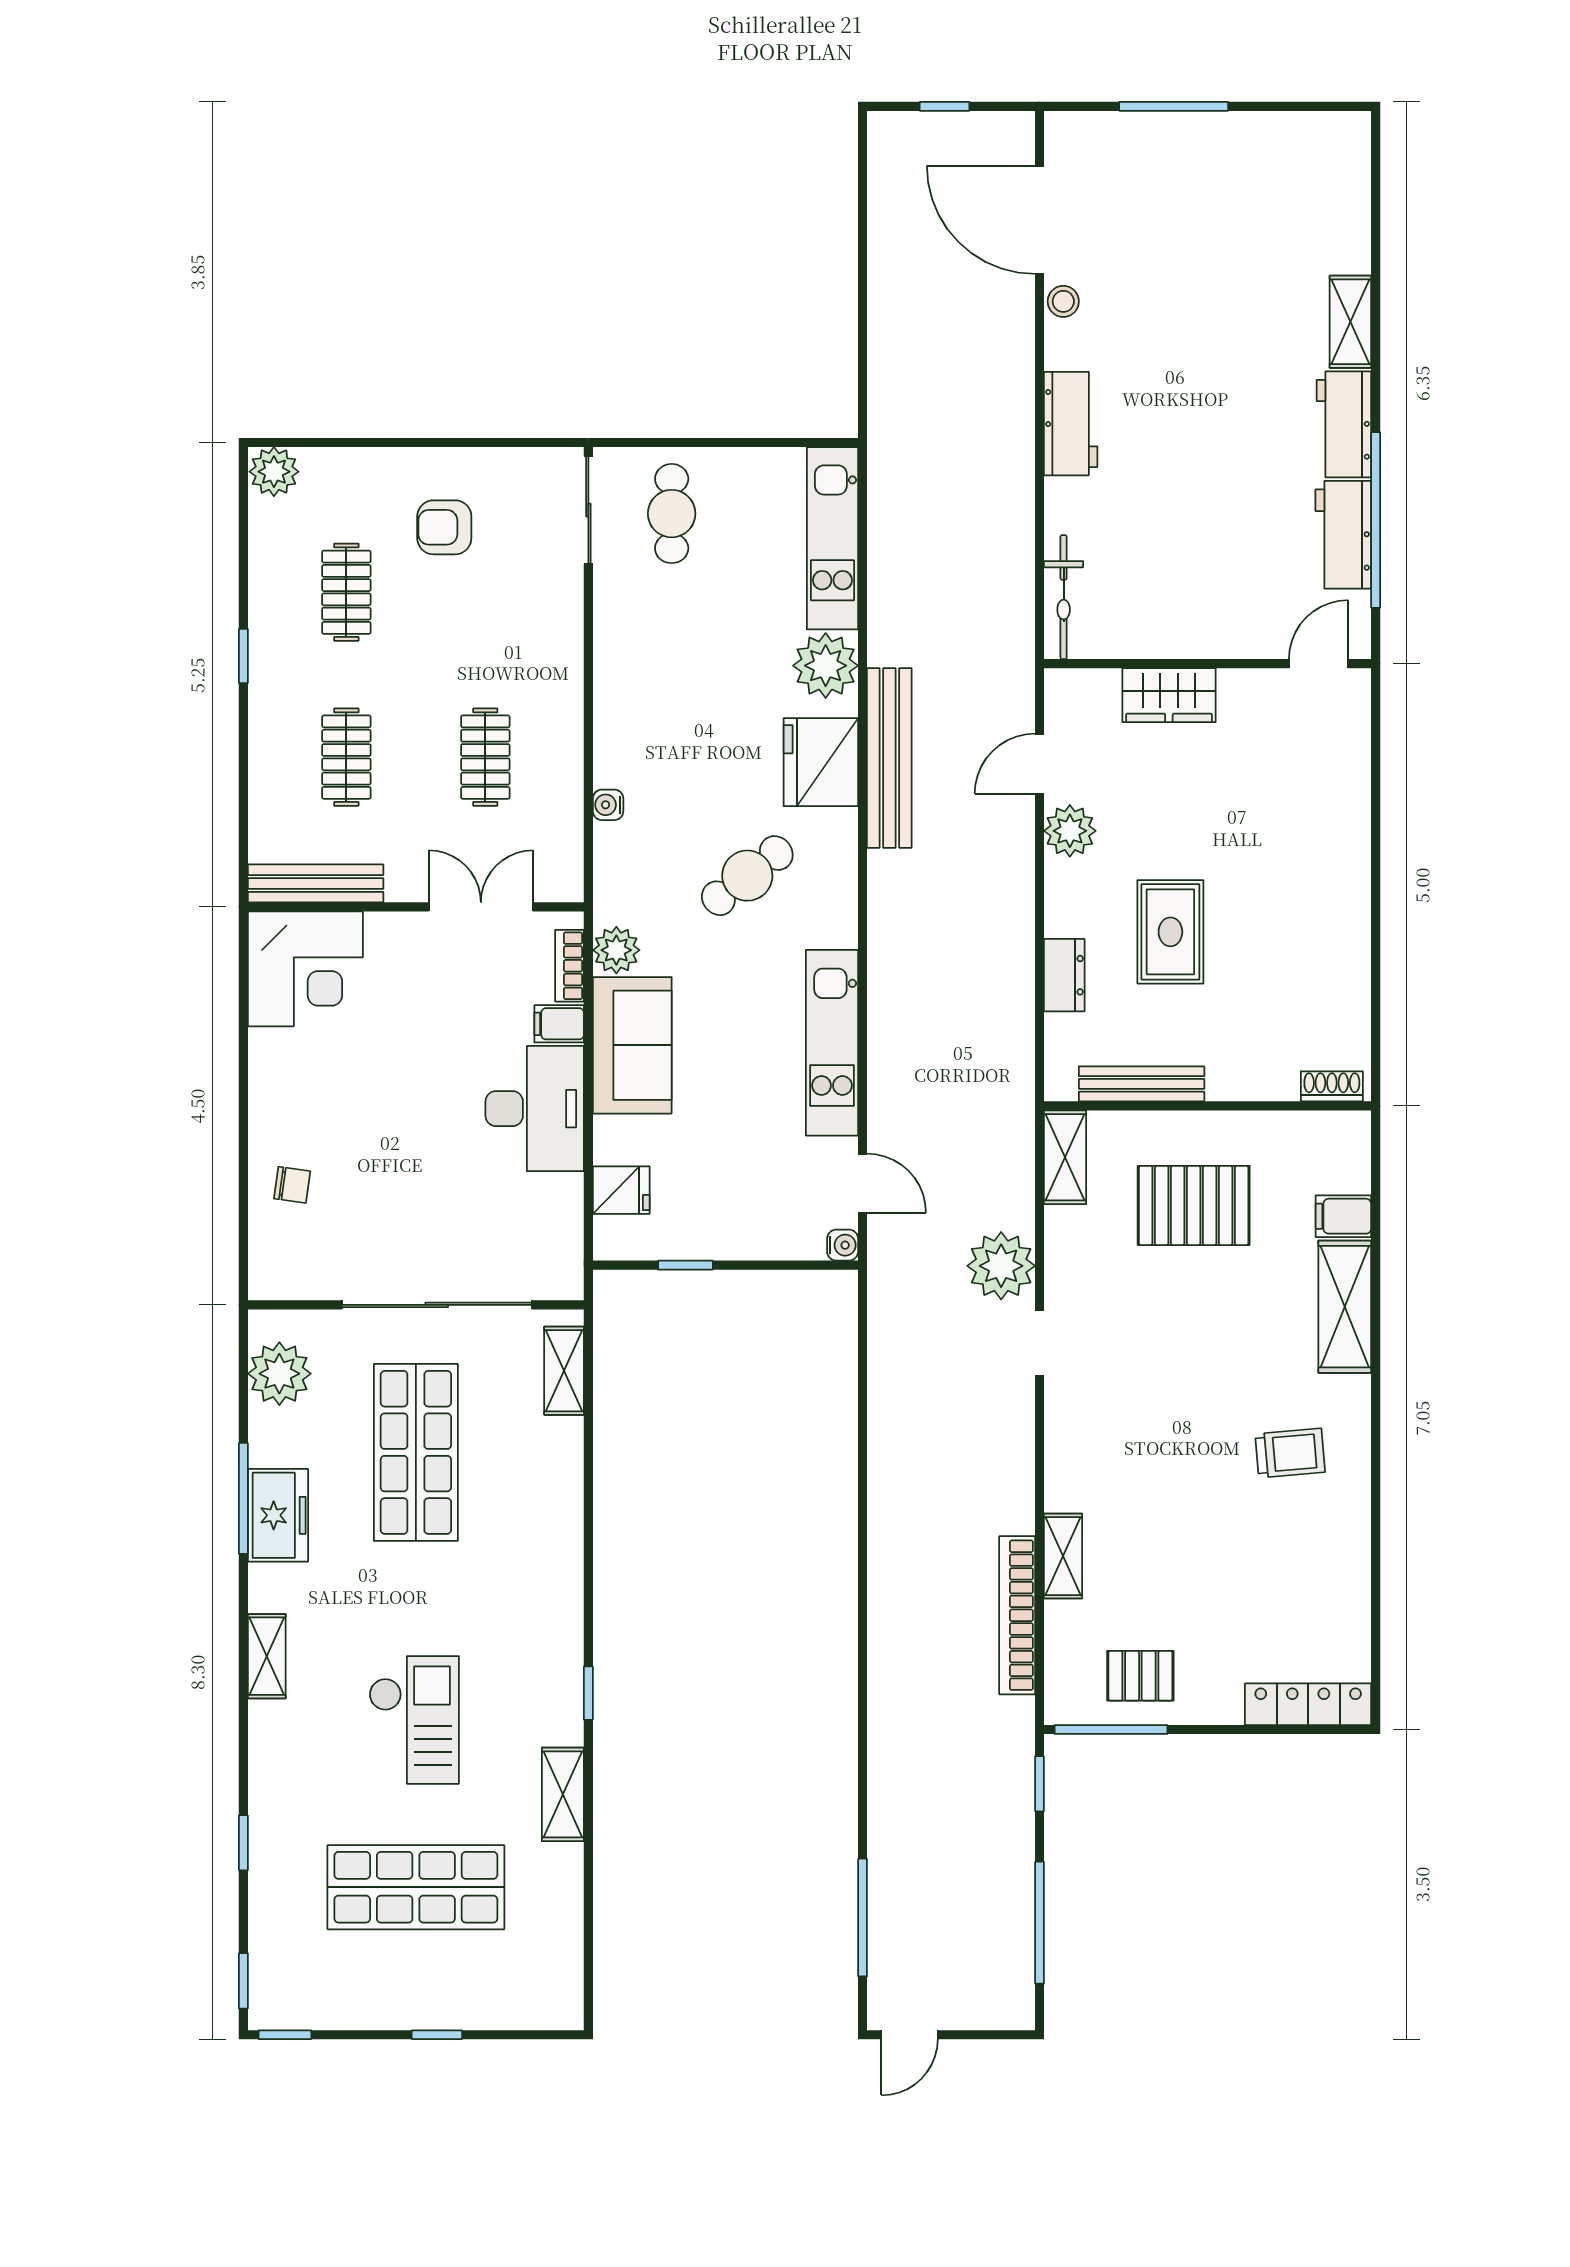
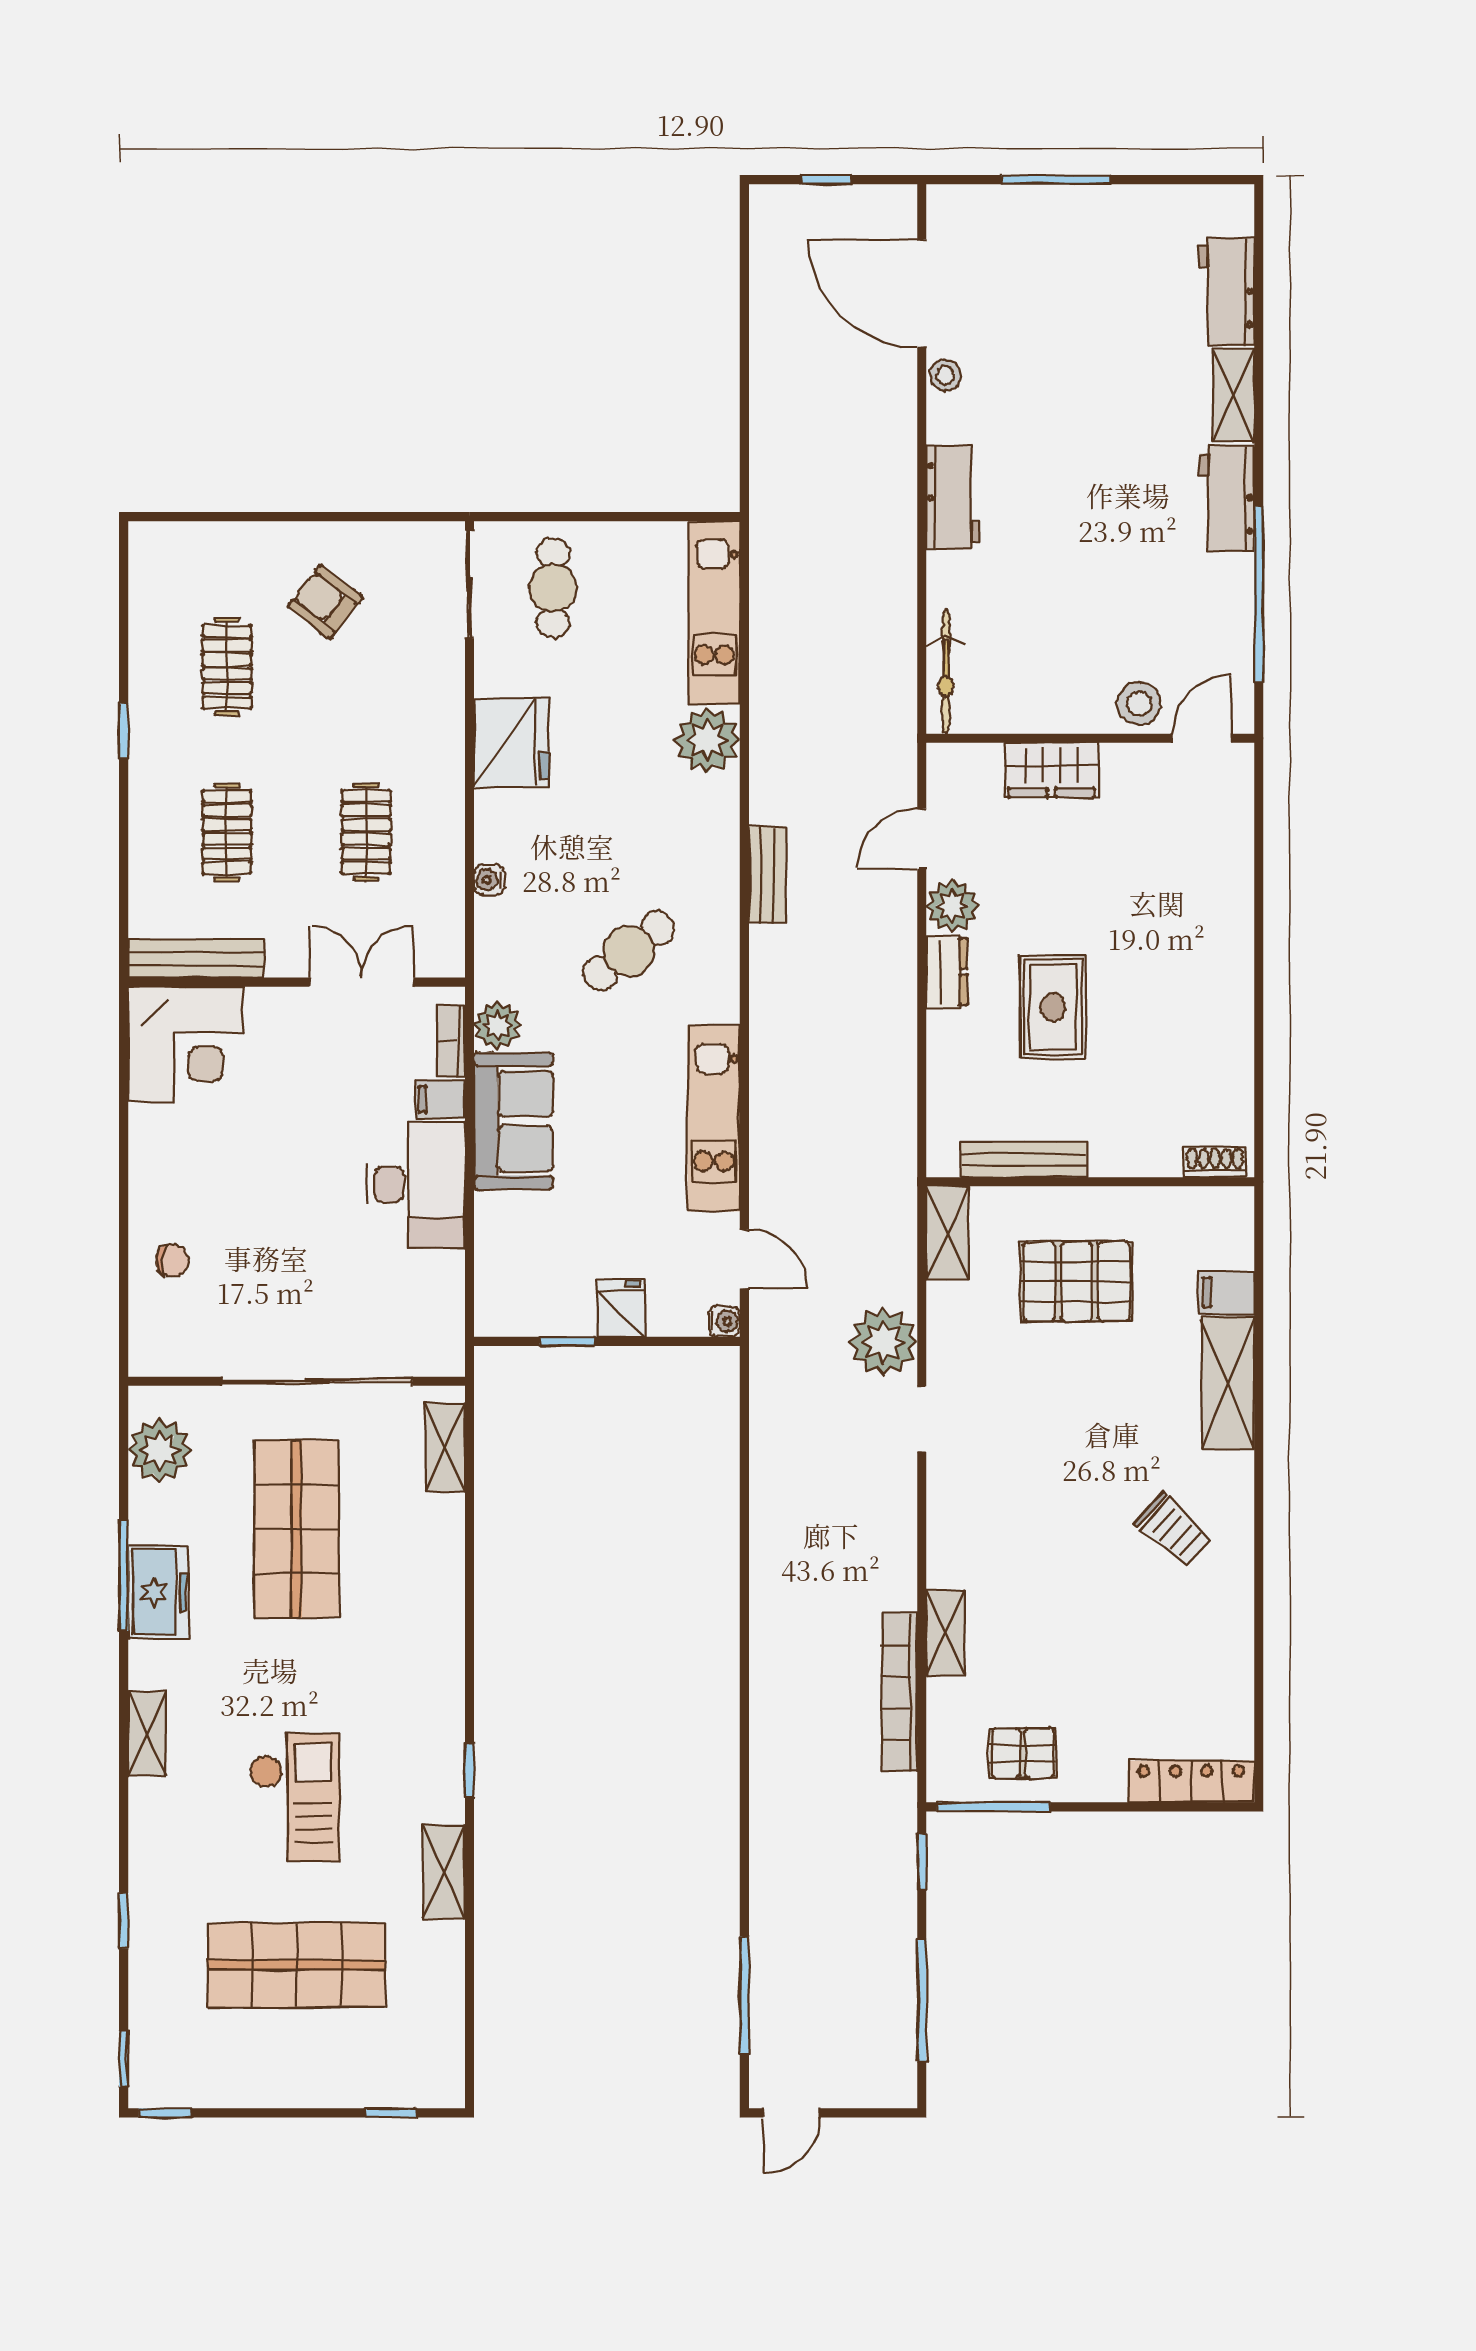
plant: (274, 472) -> (154, 546), removed
armchair: (444, 527) -> (325, 602), turned 38
workbench: (1343, 535) -> (1226, 292), moved
stool: (1256, 629) -> (1139, 704), added
bench: (889, 758) -> (767, 875), width x0.54, depth x0.82
fridge: (821, 762) -> (511, 743), moved, turned 180
dresser: (1064, 975) -> (947, 972), moved
fridge: (621, 1190) -> (621, 1308), moved, turned -90
trolley: (1290, 1453) -> (1173, 1530), turned 47
window: (437, 2035) -> (391, 2113), moved

